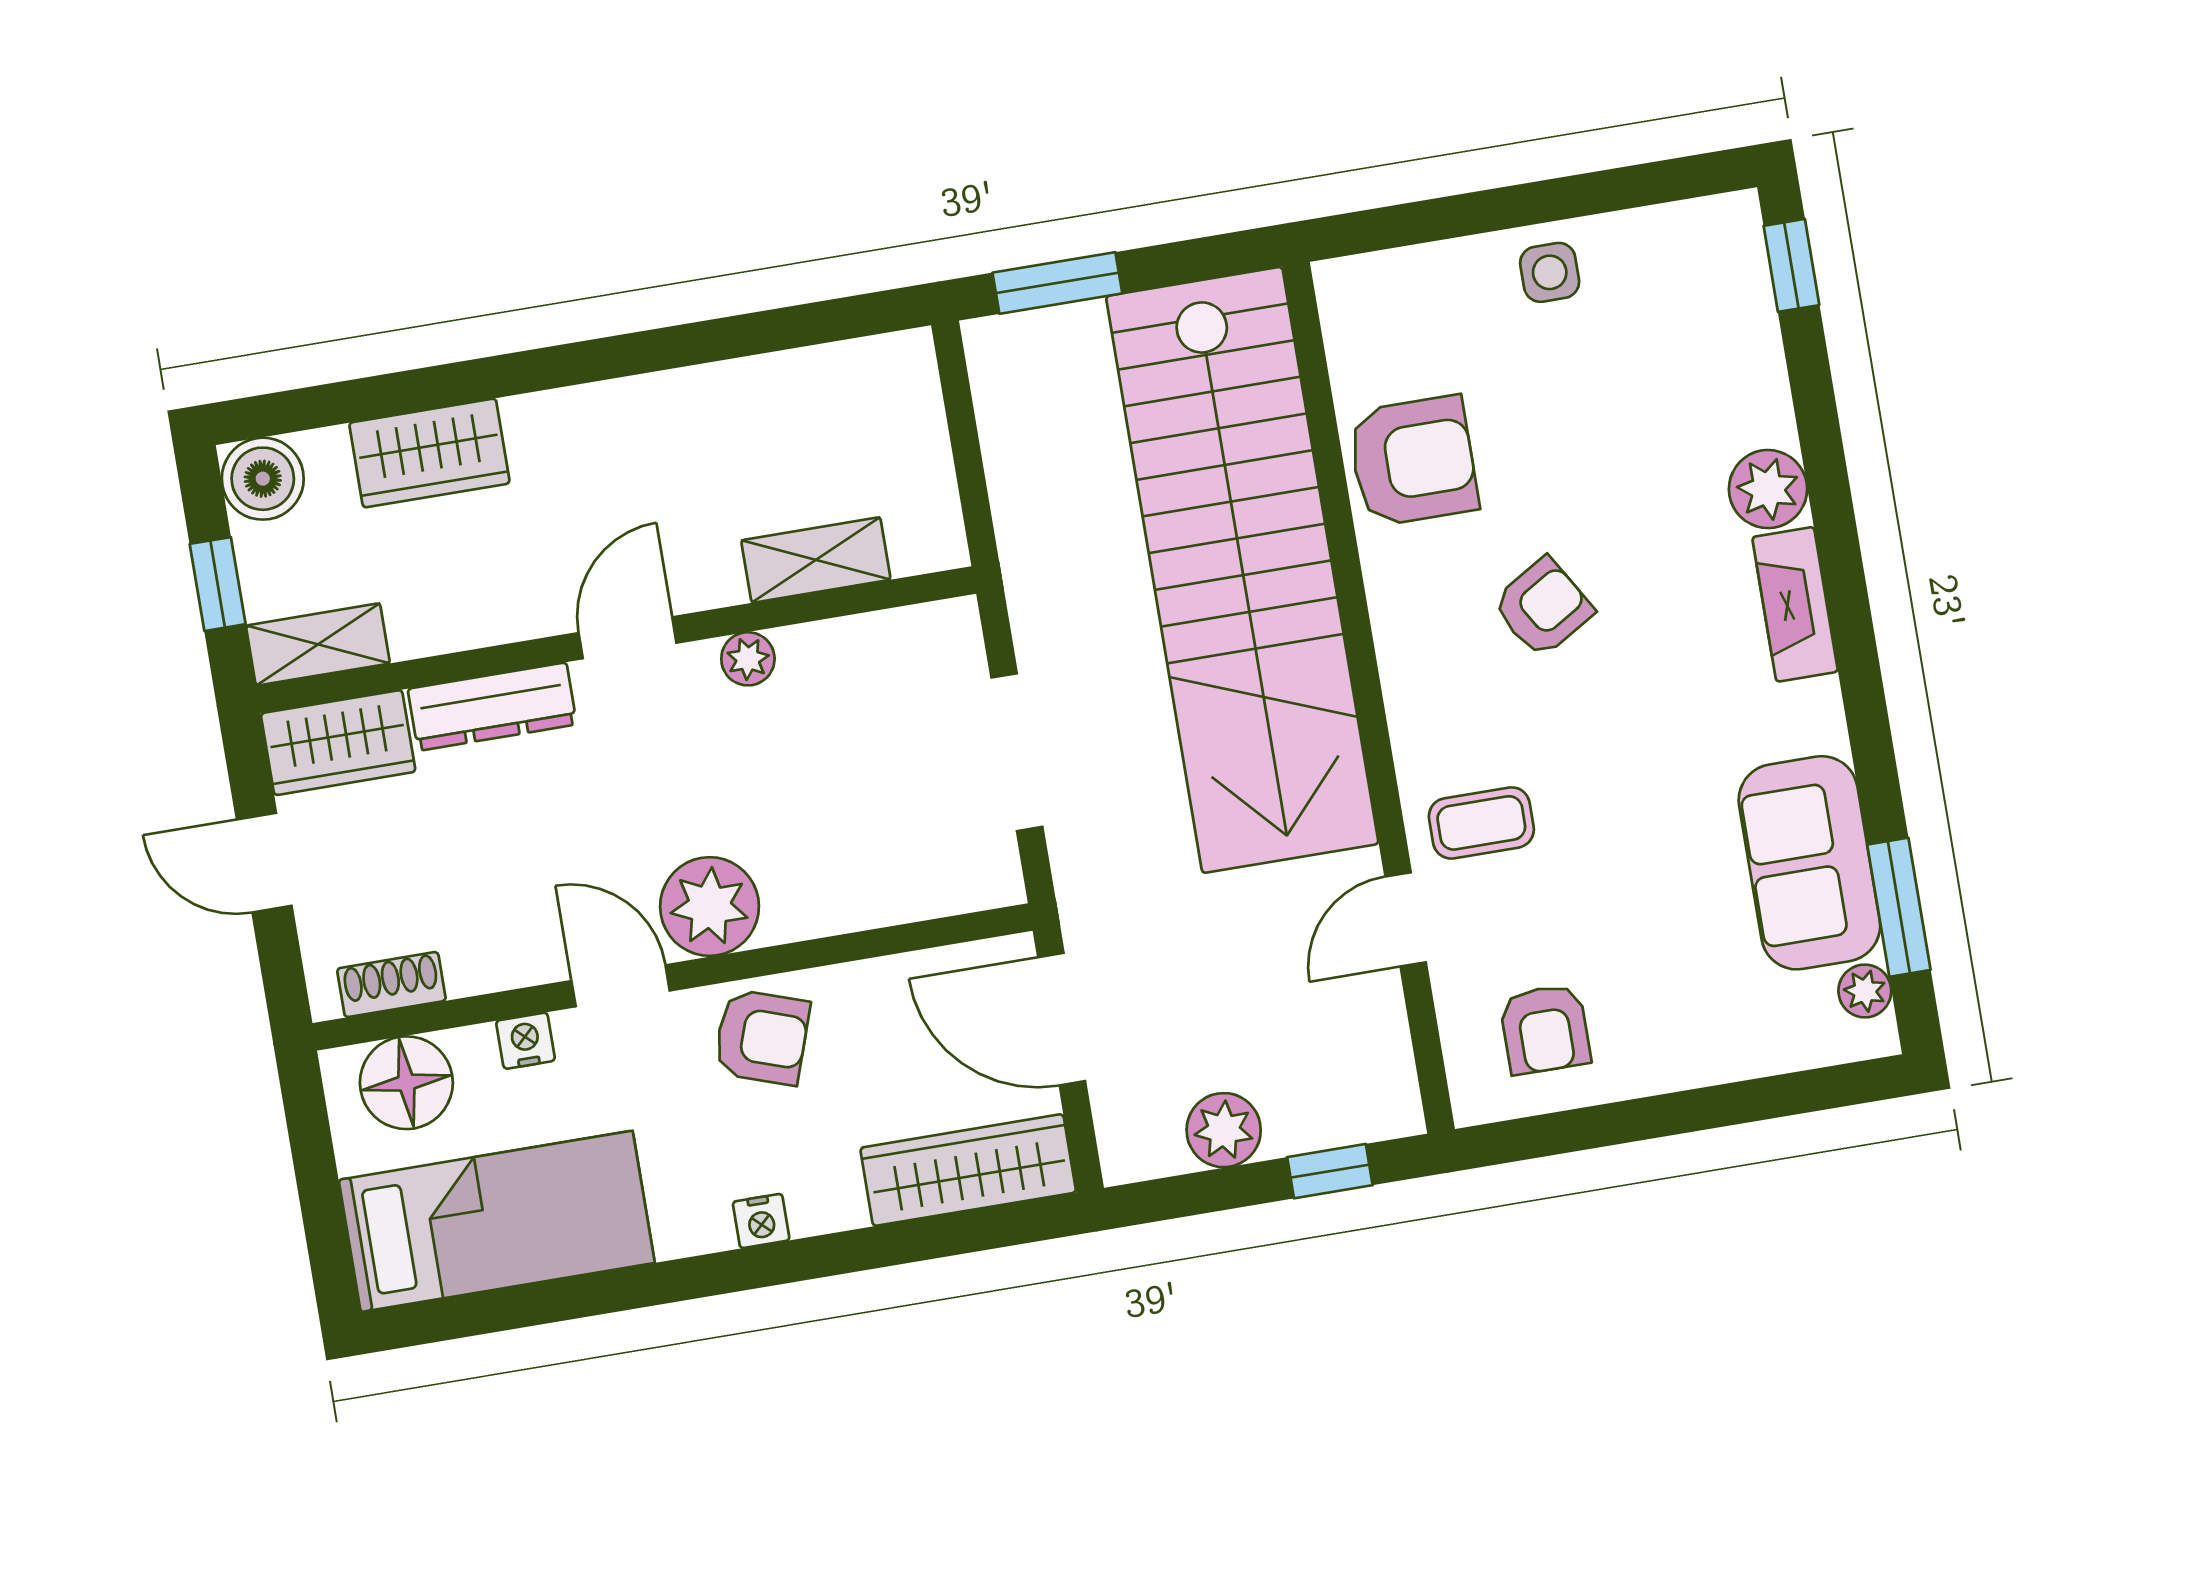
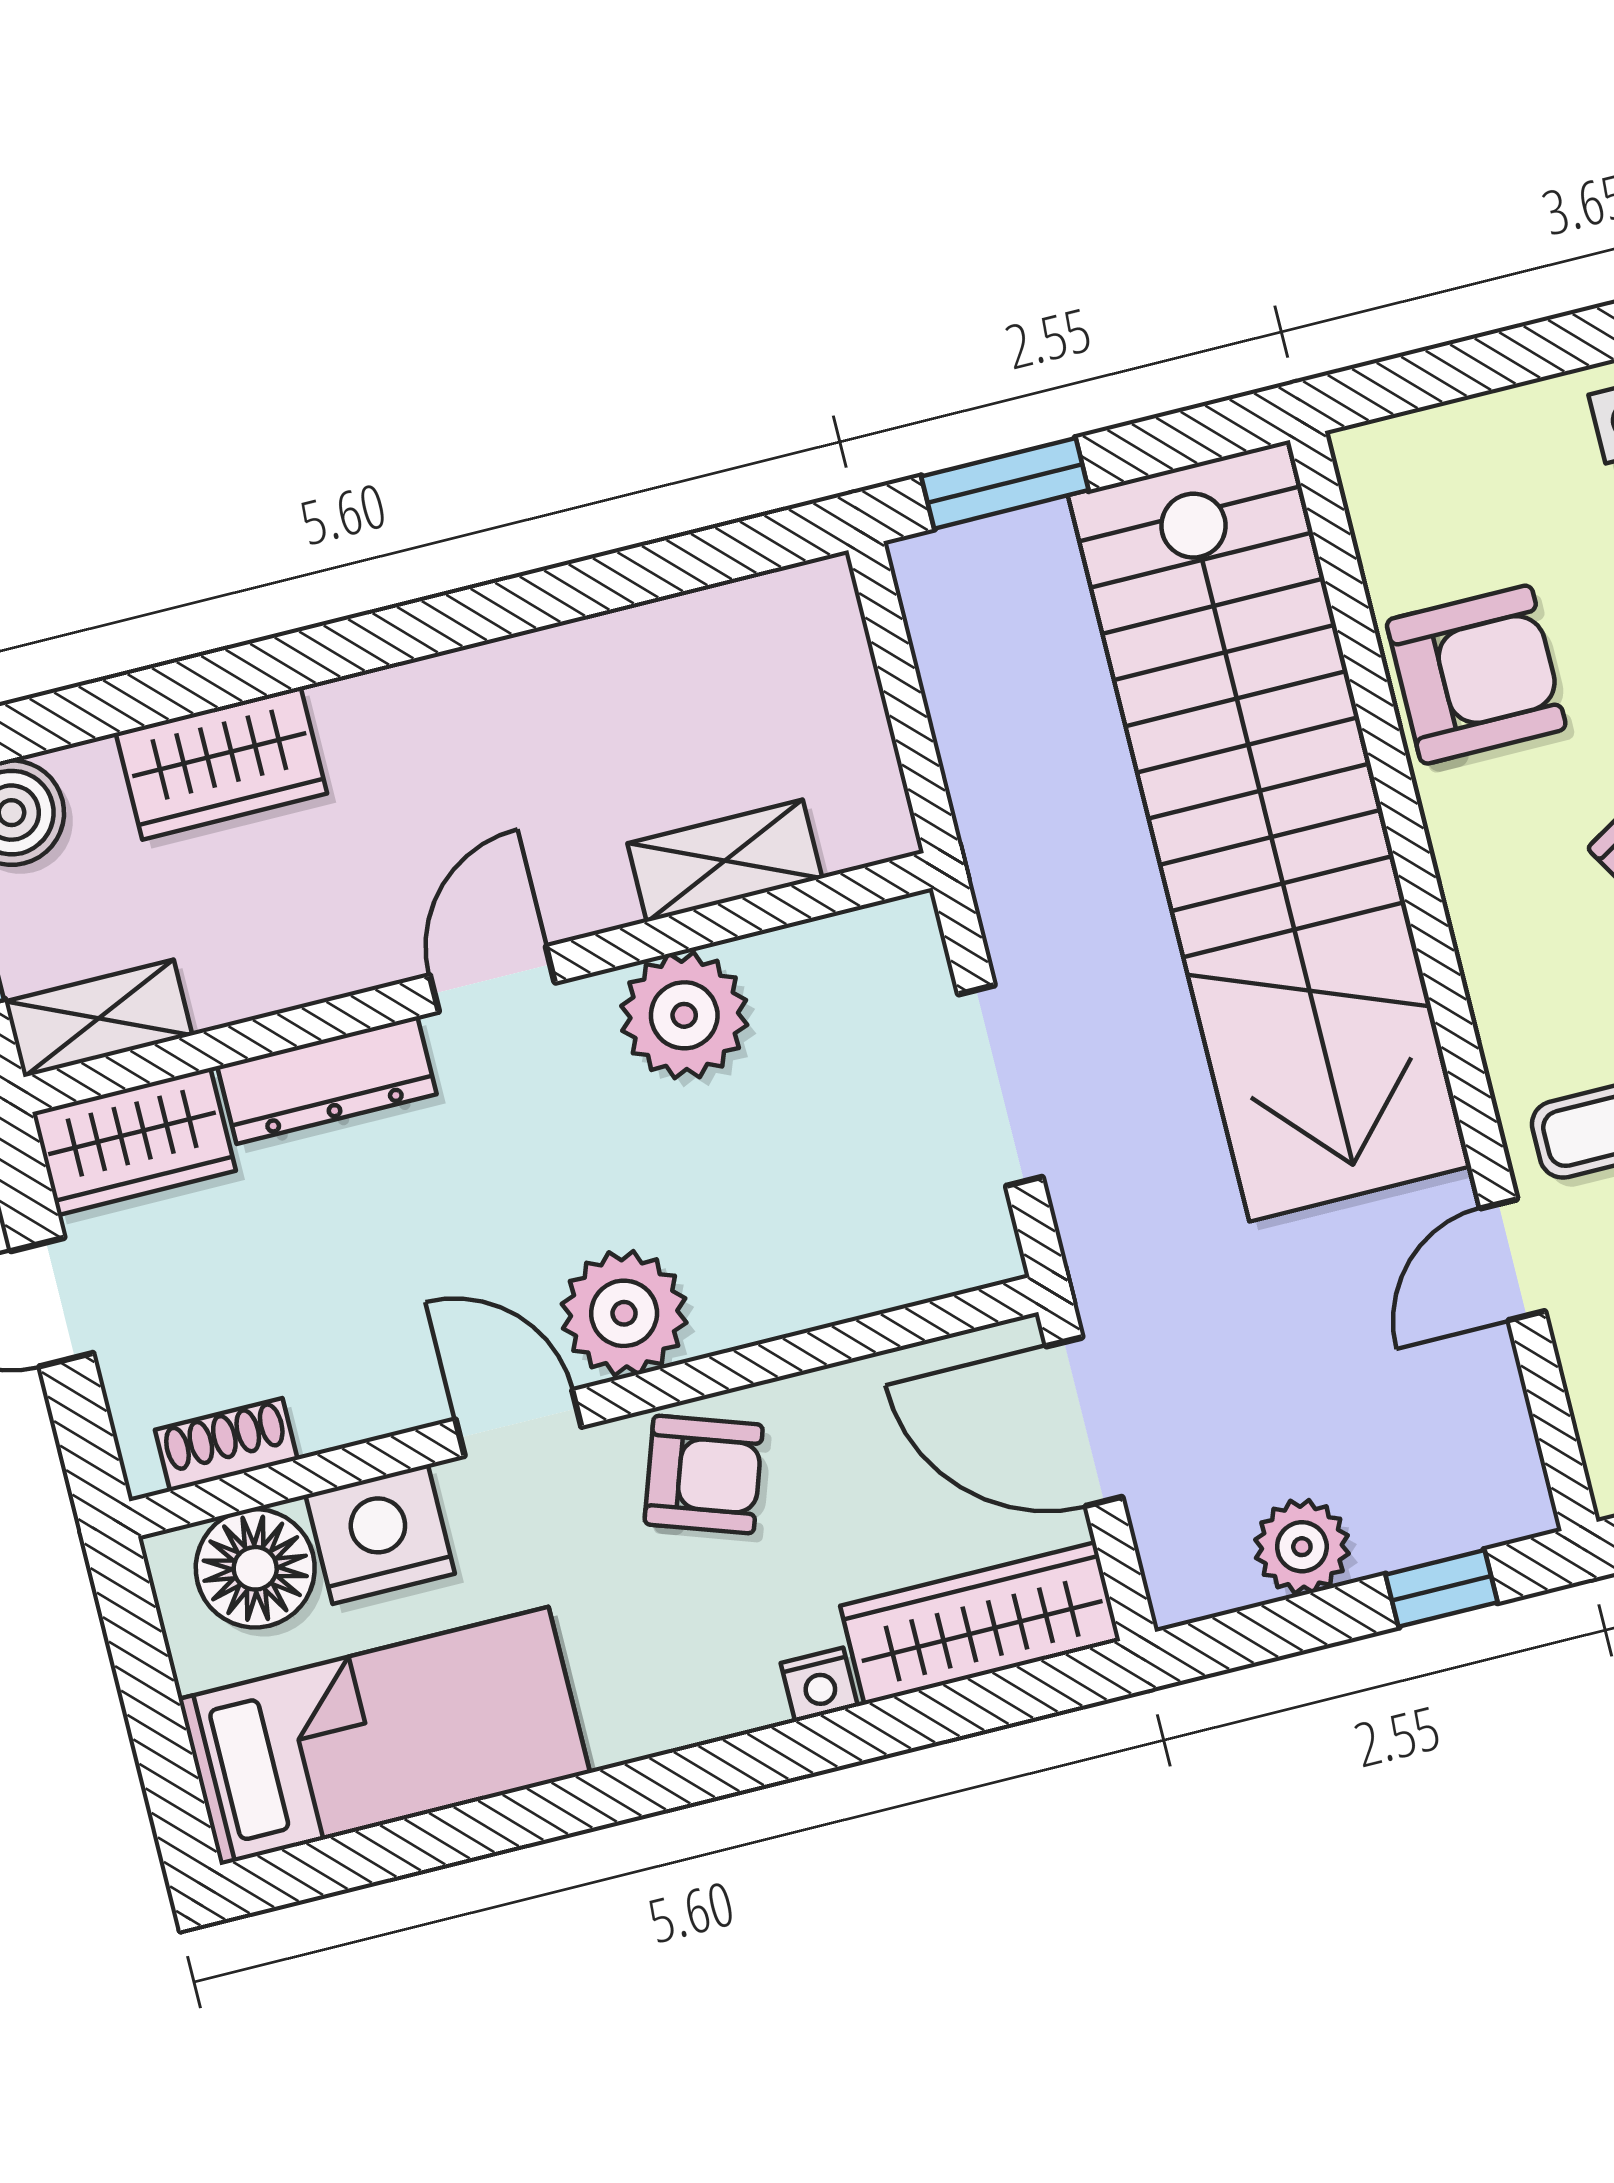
plant: (748, 659) -> (684, 1015), width x1.88, depth x1.88
nightstand: (525, 1041) -> (380, 1534), width x1.89, depth x1.79
nightstand: (761, 1221) -> (819, 1685), moved

